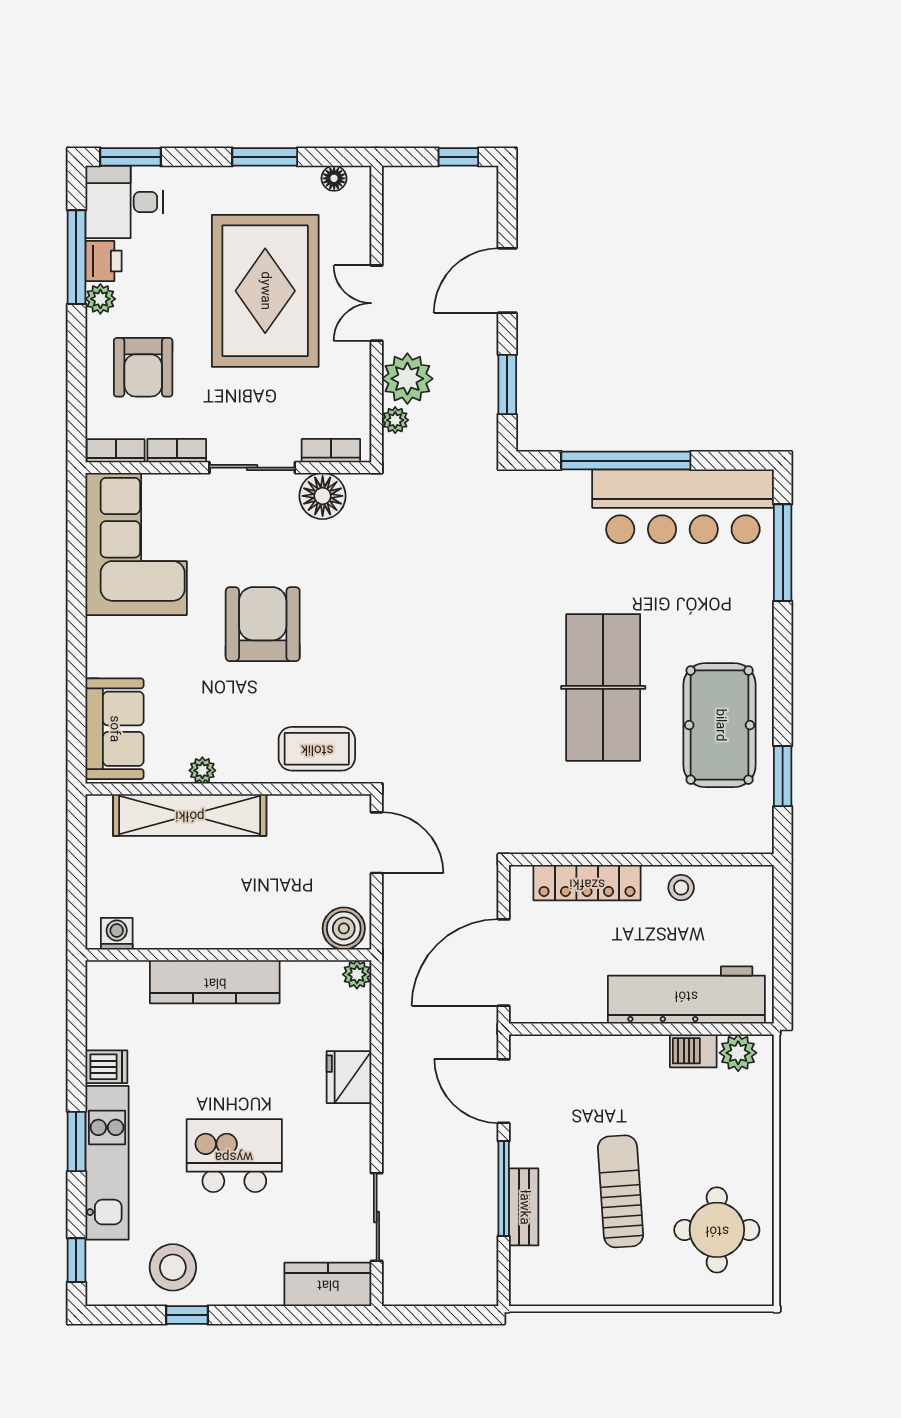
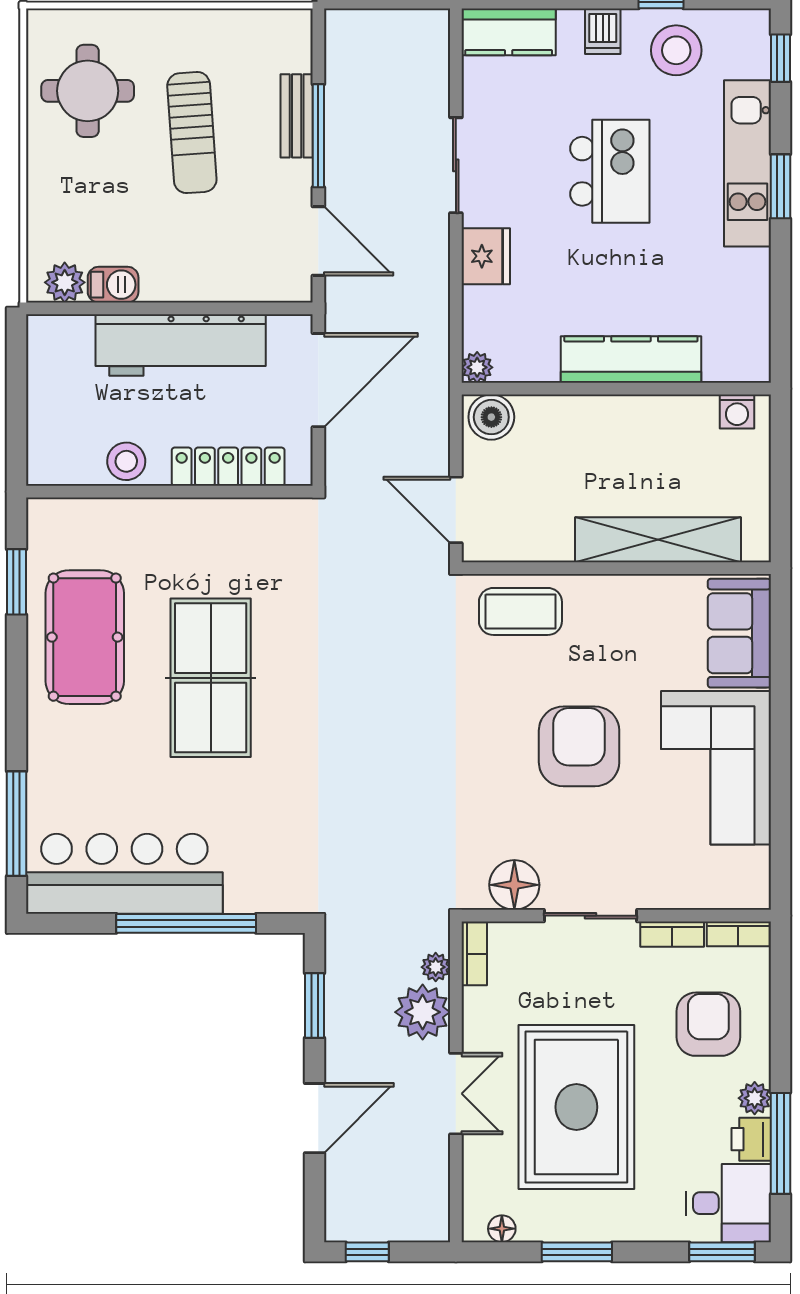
bookcase: (331, 451) -> (474, 954), moved, turned -90
corner sofa: (136, 544) -> (716, 768), moved
armchair: (263, 624) -> (579, 746), turned 180
plant: (202, 770) -> (644, 588), removed
stool: (681, 888) -> (126, 461), width x1.37, depth x1.37
workbench: (686, 995) -> (181, 345), moved
dishwasher: (106, 1067) -> (603, 31), moved, turned -90
kitchen island: (234, 1156) -> (610, 171), turned -90
sliding door: (377, 1217) -> (456, 165), moved

